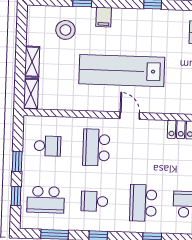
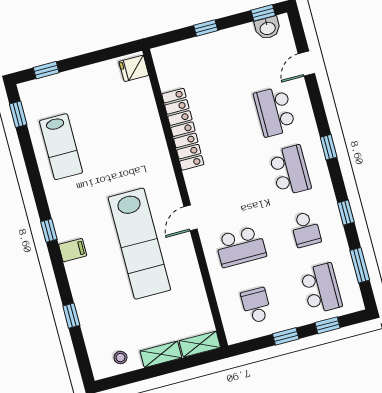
filing cabinet: (104, 17) -> (73, 250), moved
stool: (65, 30) -> (120, 358), moved, width x0.53, depth x0.53
school desk: (143, 203) -> (290, 170), turned -90

